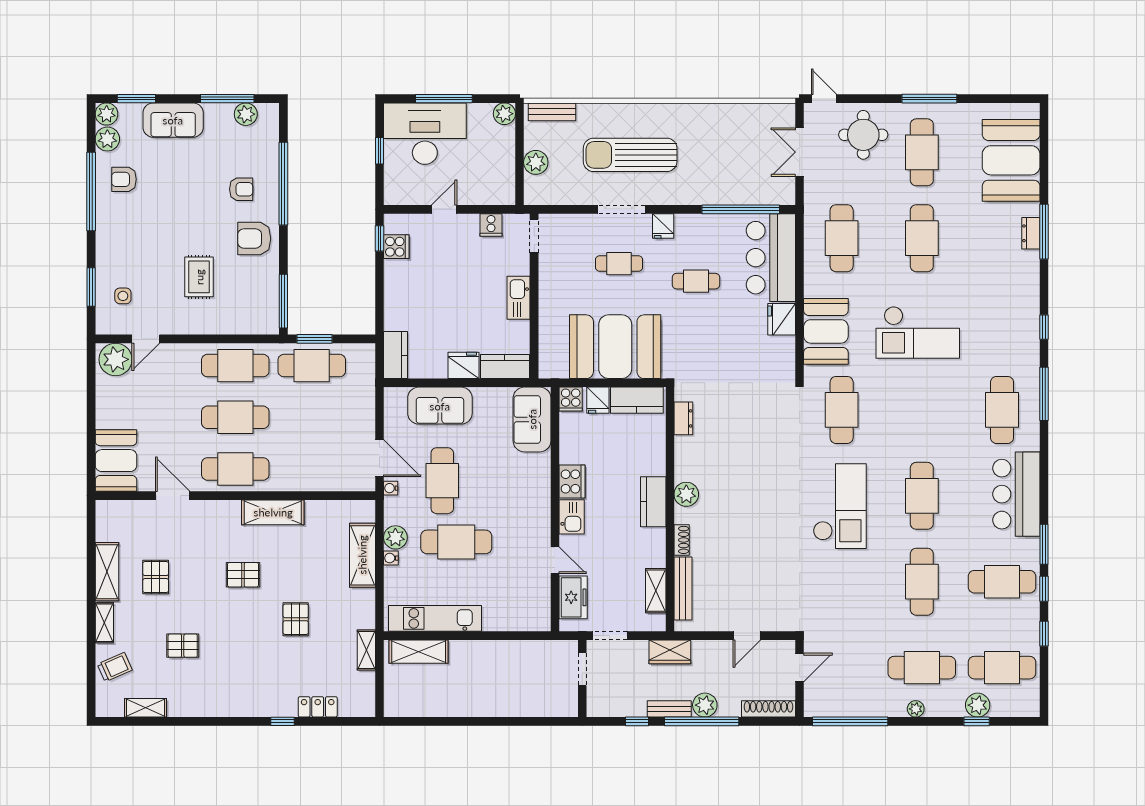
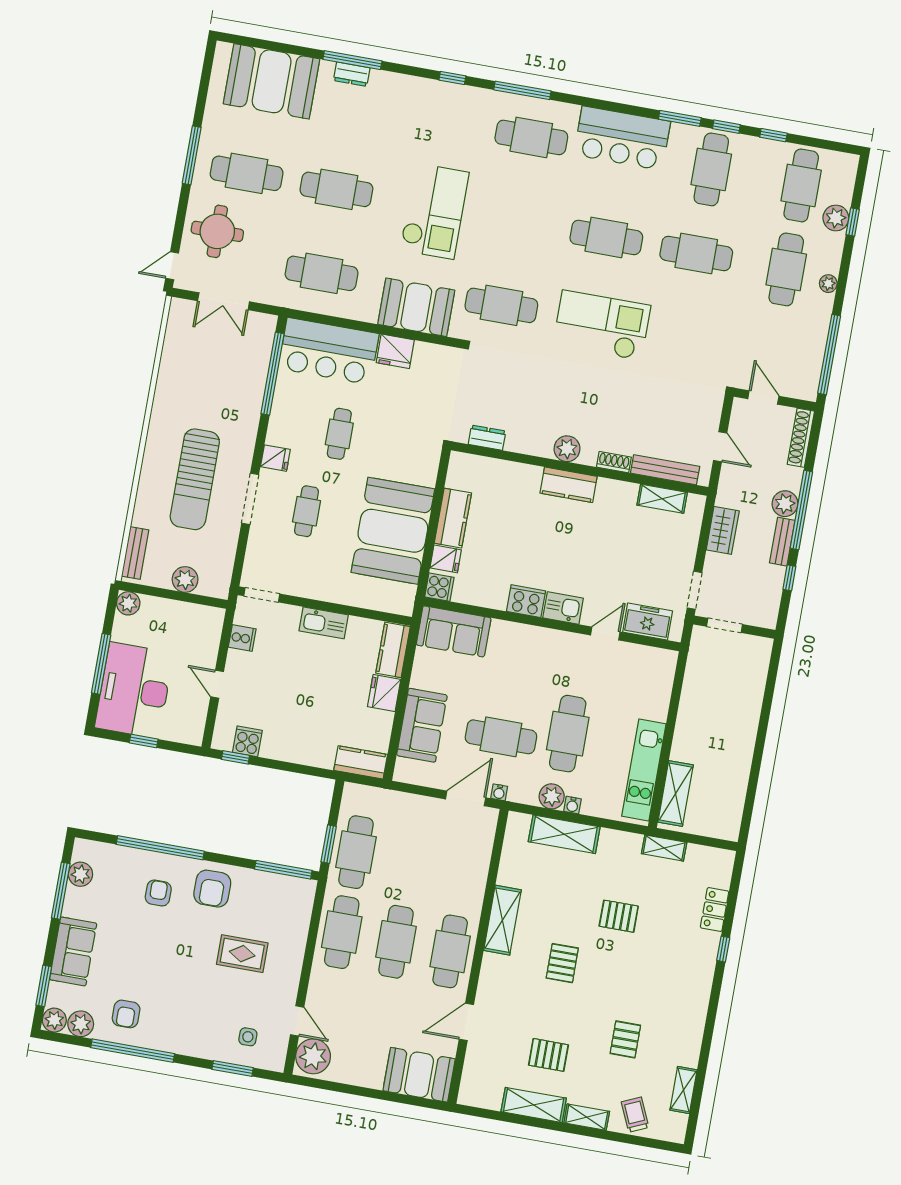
dresser: (683, 418) -> (487, 438), moved
plant: (686, 494) -> (567, 449), moved
kitchen counter: (653, 502) -> (569, 485), moved
wall: (670, 509) -> (580, 469), moved
shoe rack: (682, 540) -> (614, 462), moved
bench: (683, 589) -> (665, 470), moved
shelving: (656, 591) -> (662, 499), moved

